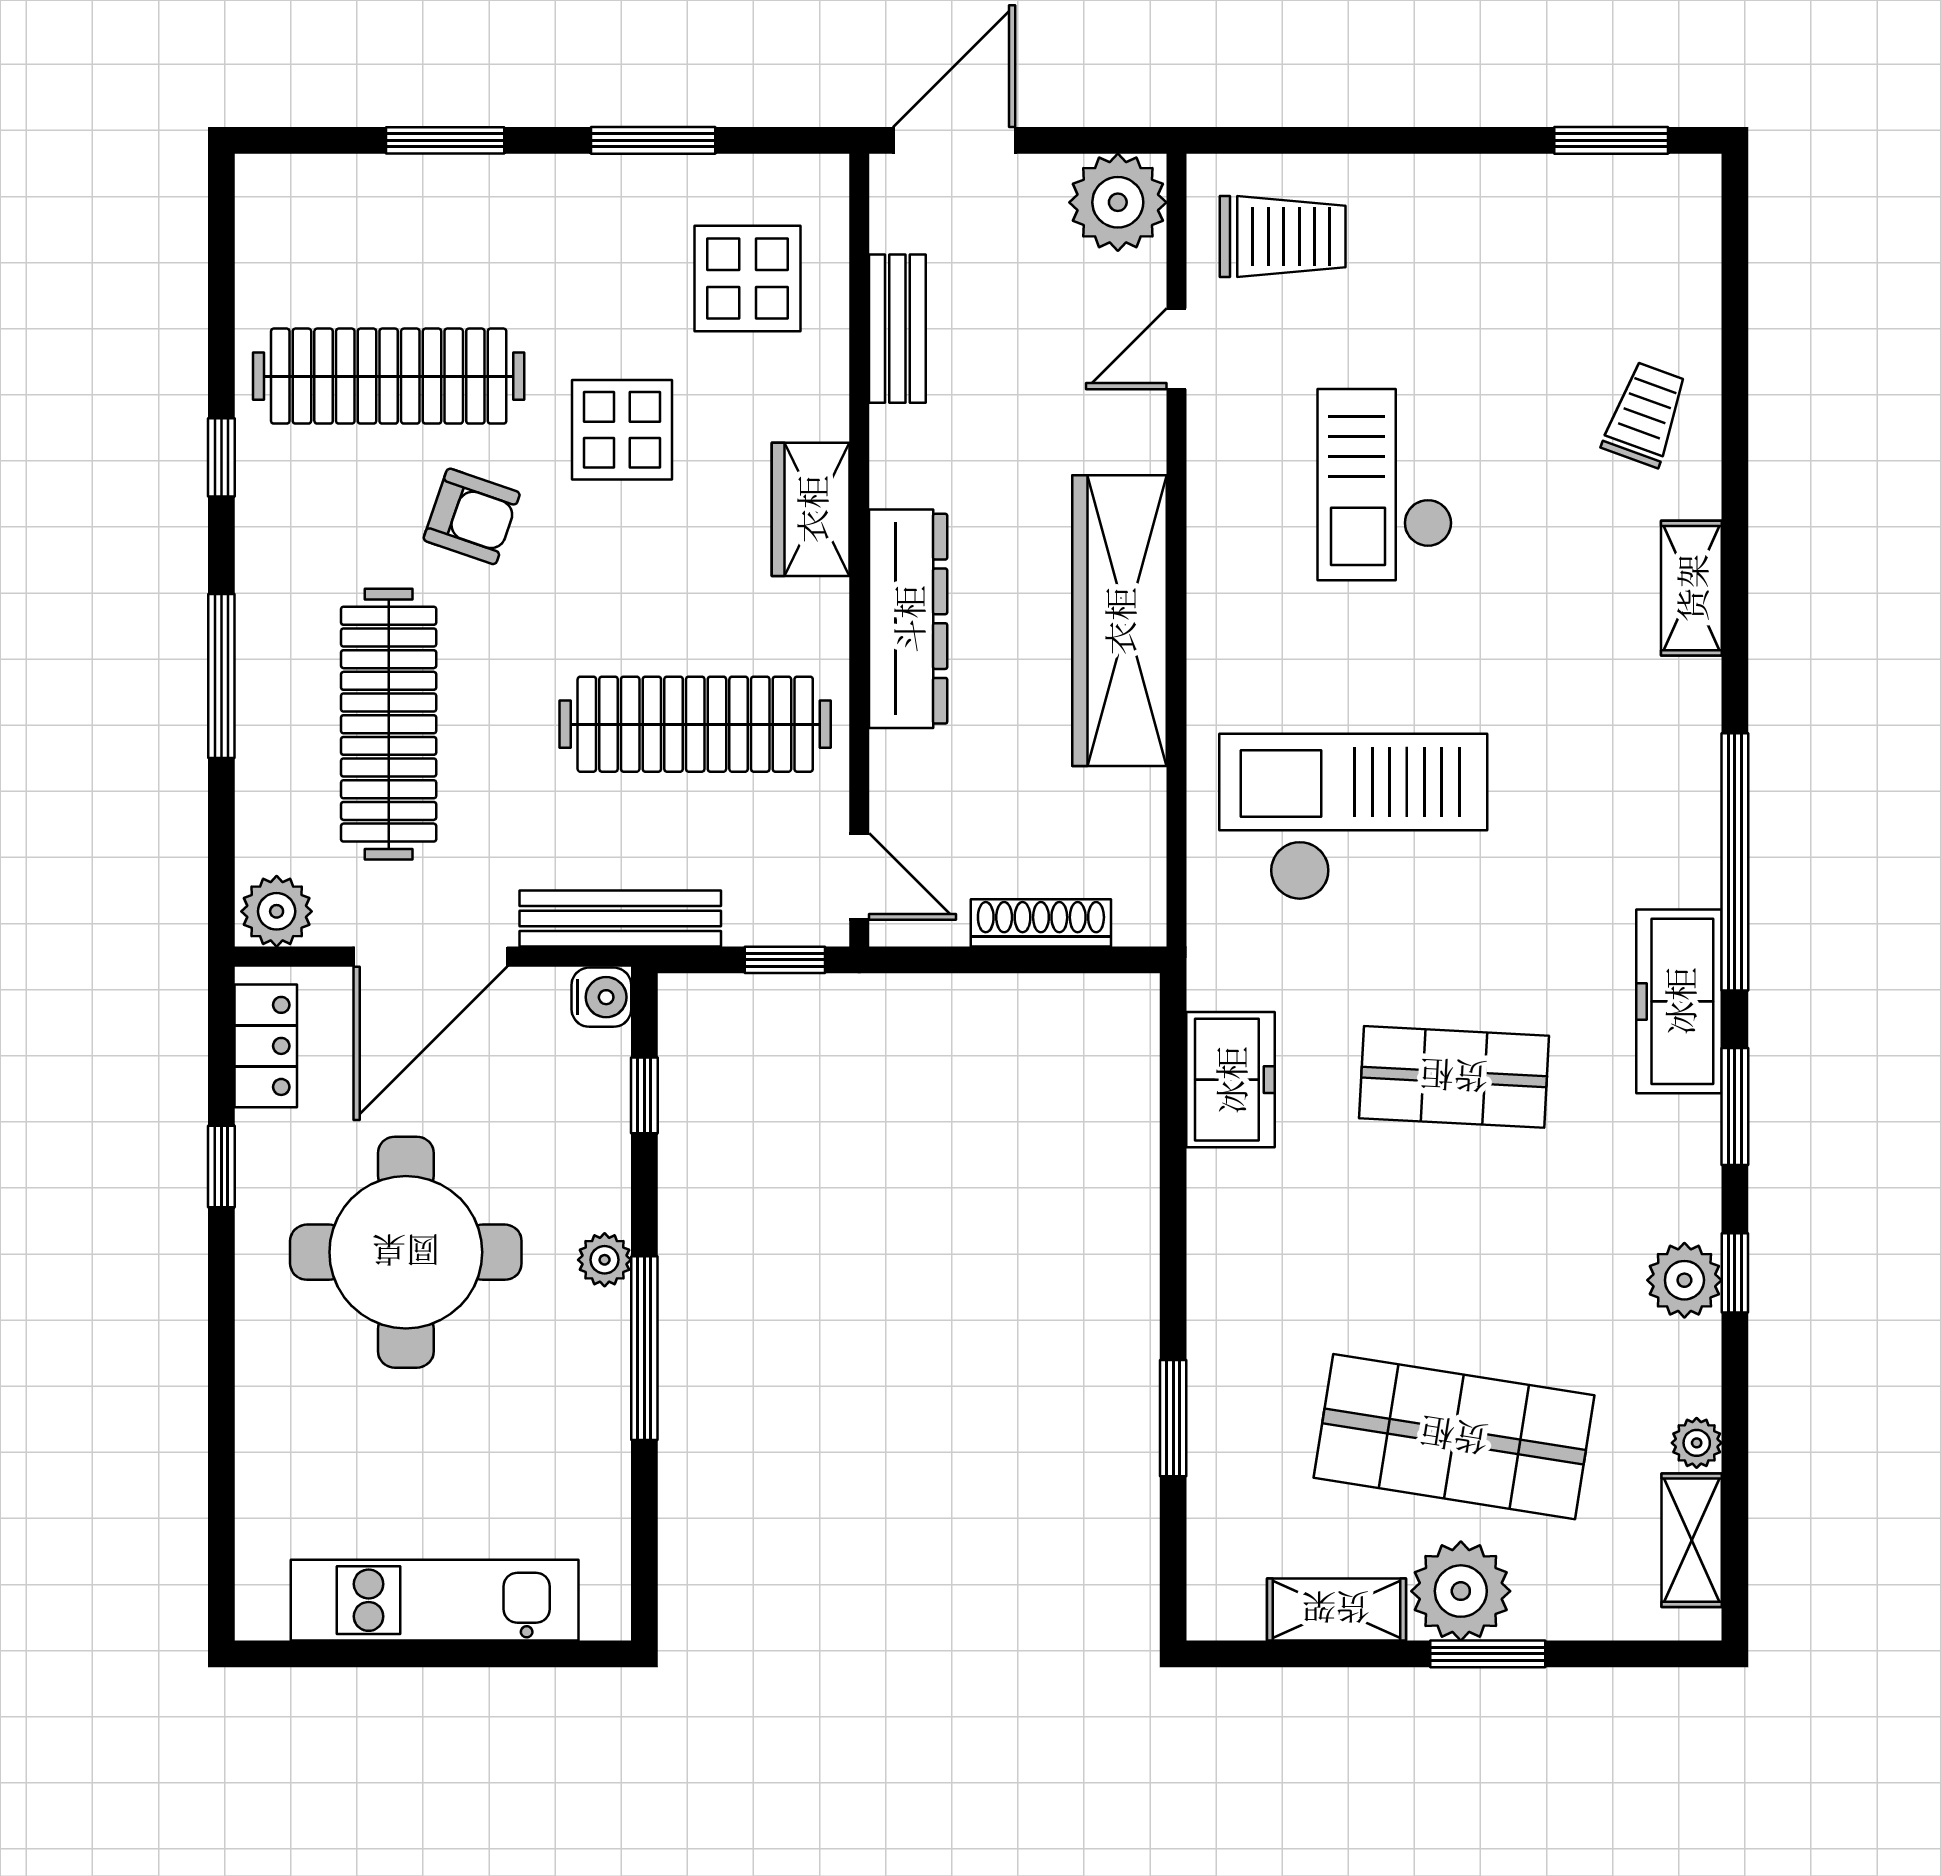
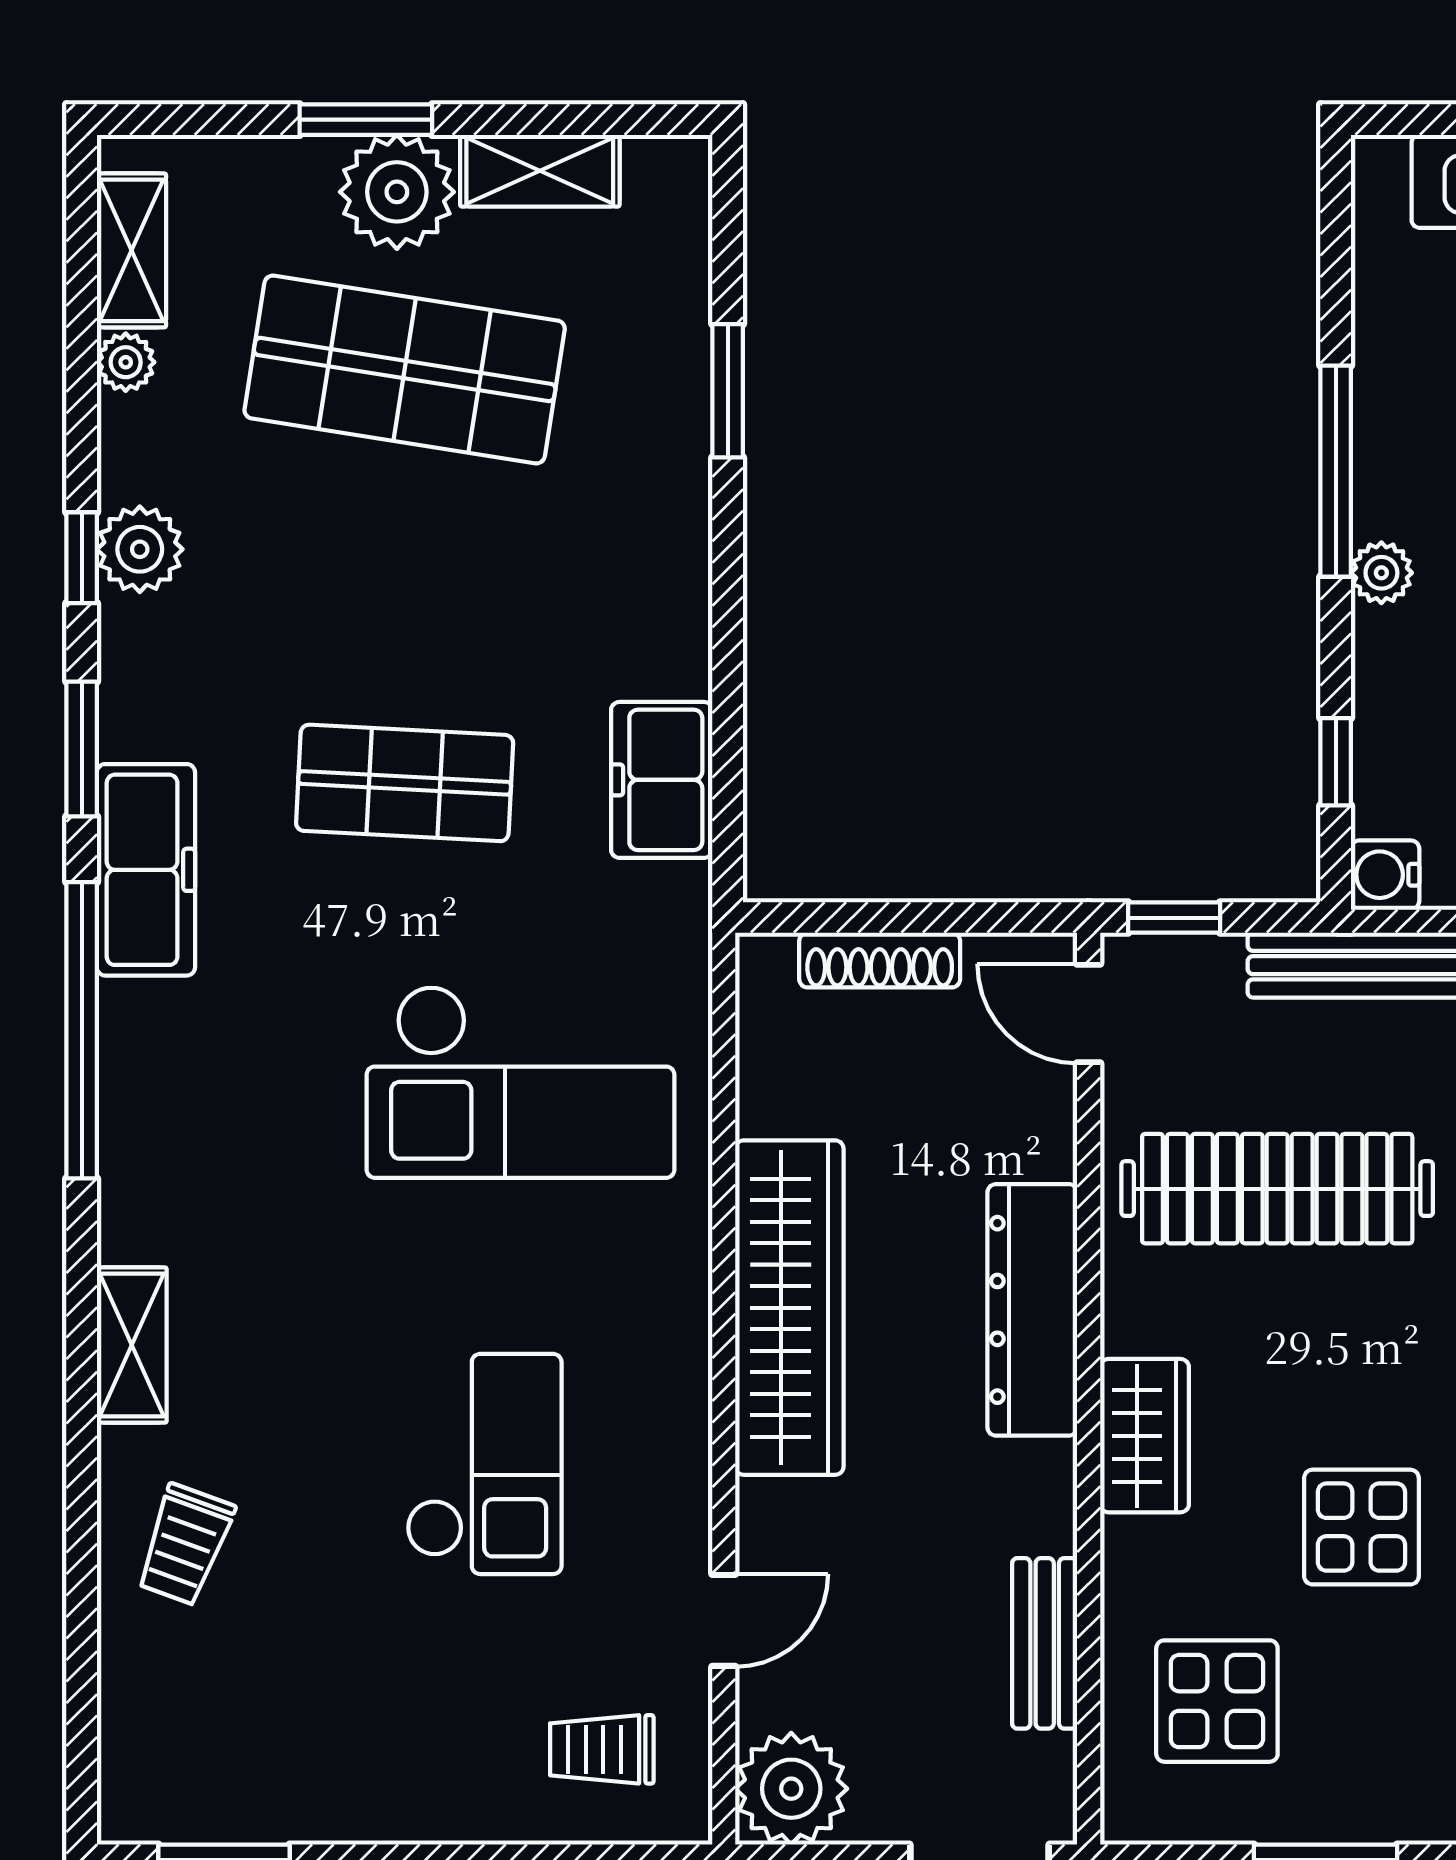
trolley: (1283, 237) -> (602, 1749), width x0.73, depth x0.72

